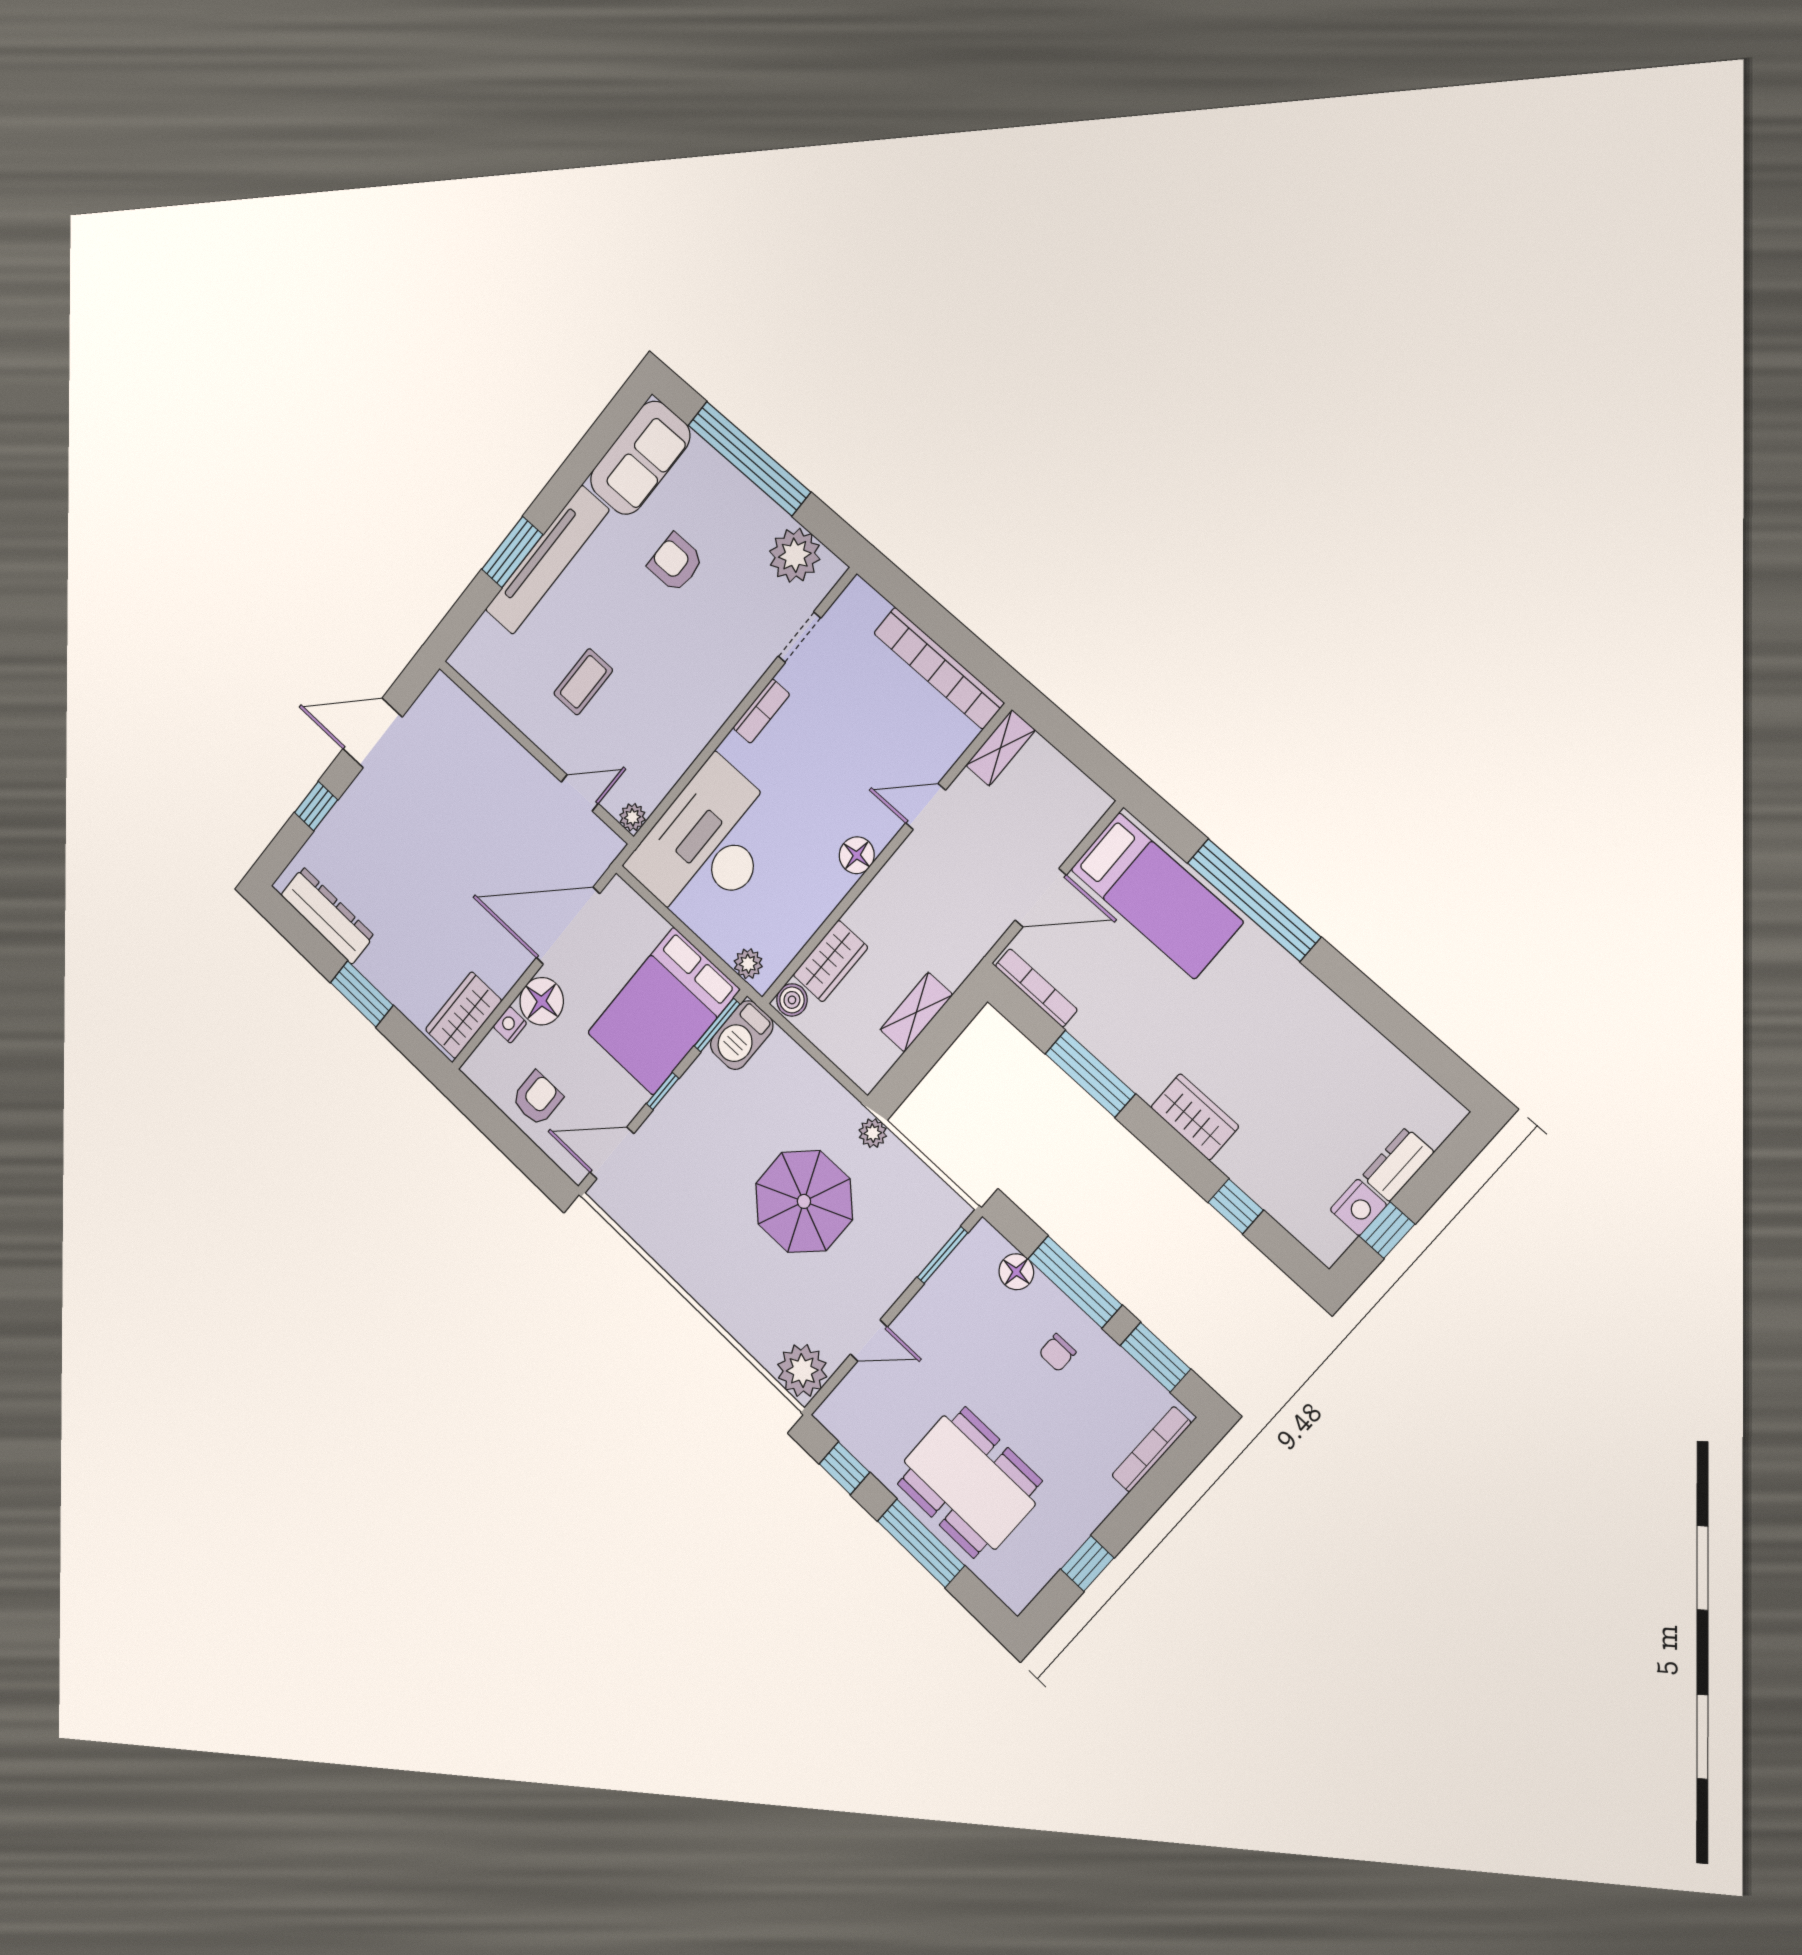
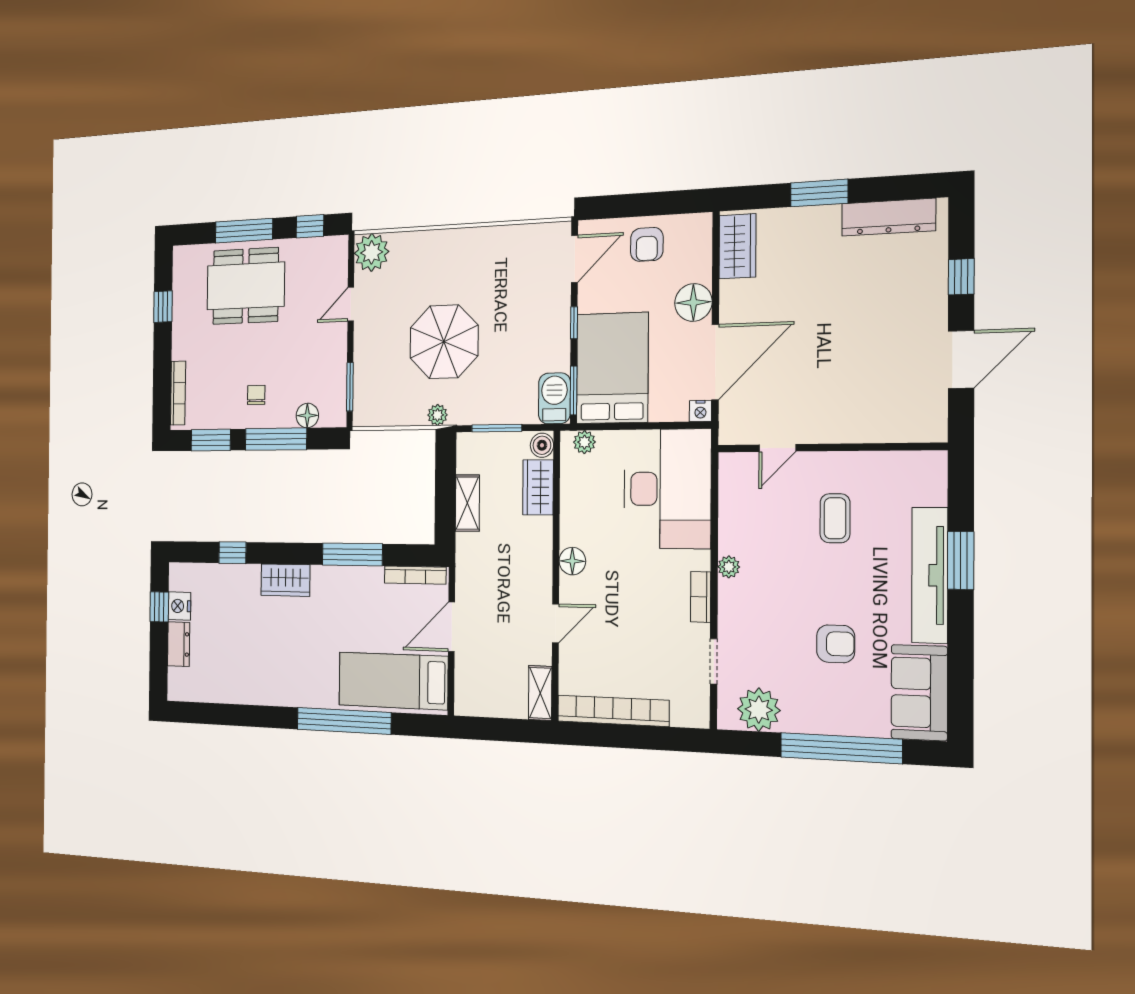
plant: (632, 817) -> (729, 567), moved
nightstand: (510, 1025) -> (700, 411), moved, turned 90
window: (823, 1060) -> (497, 428), added

